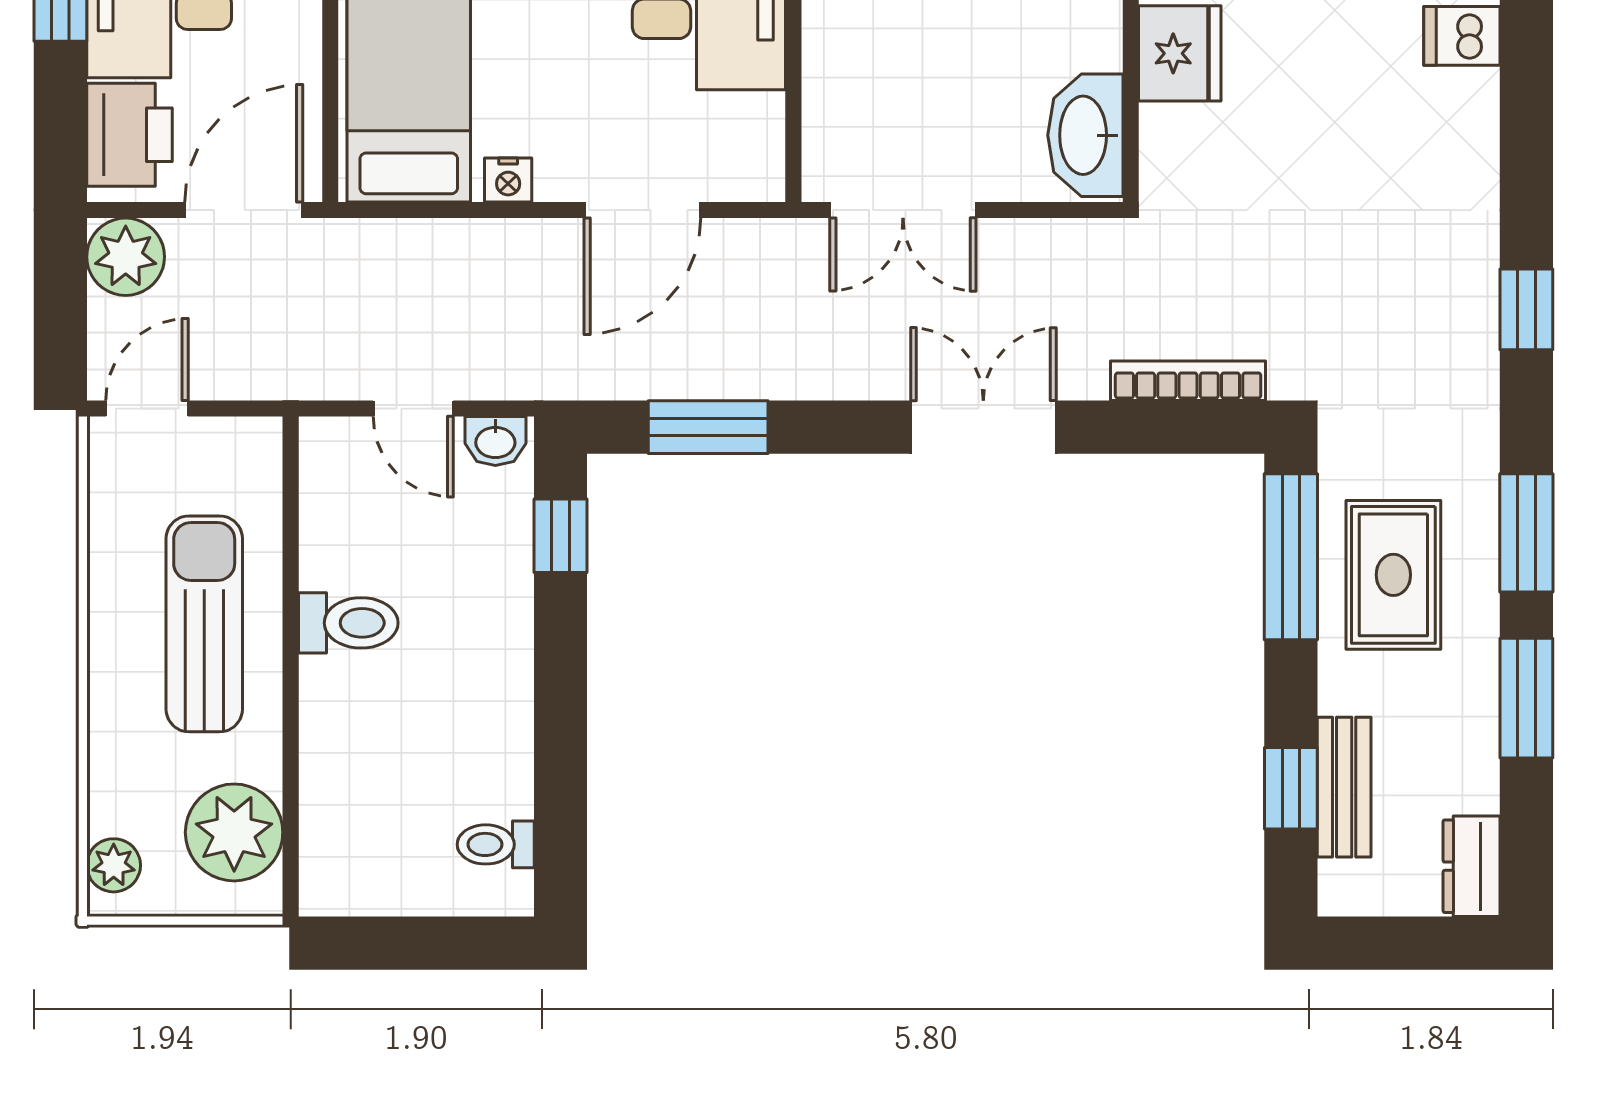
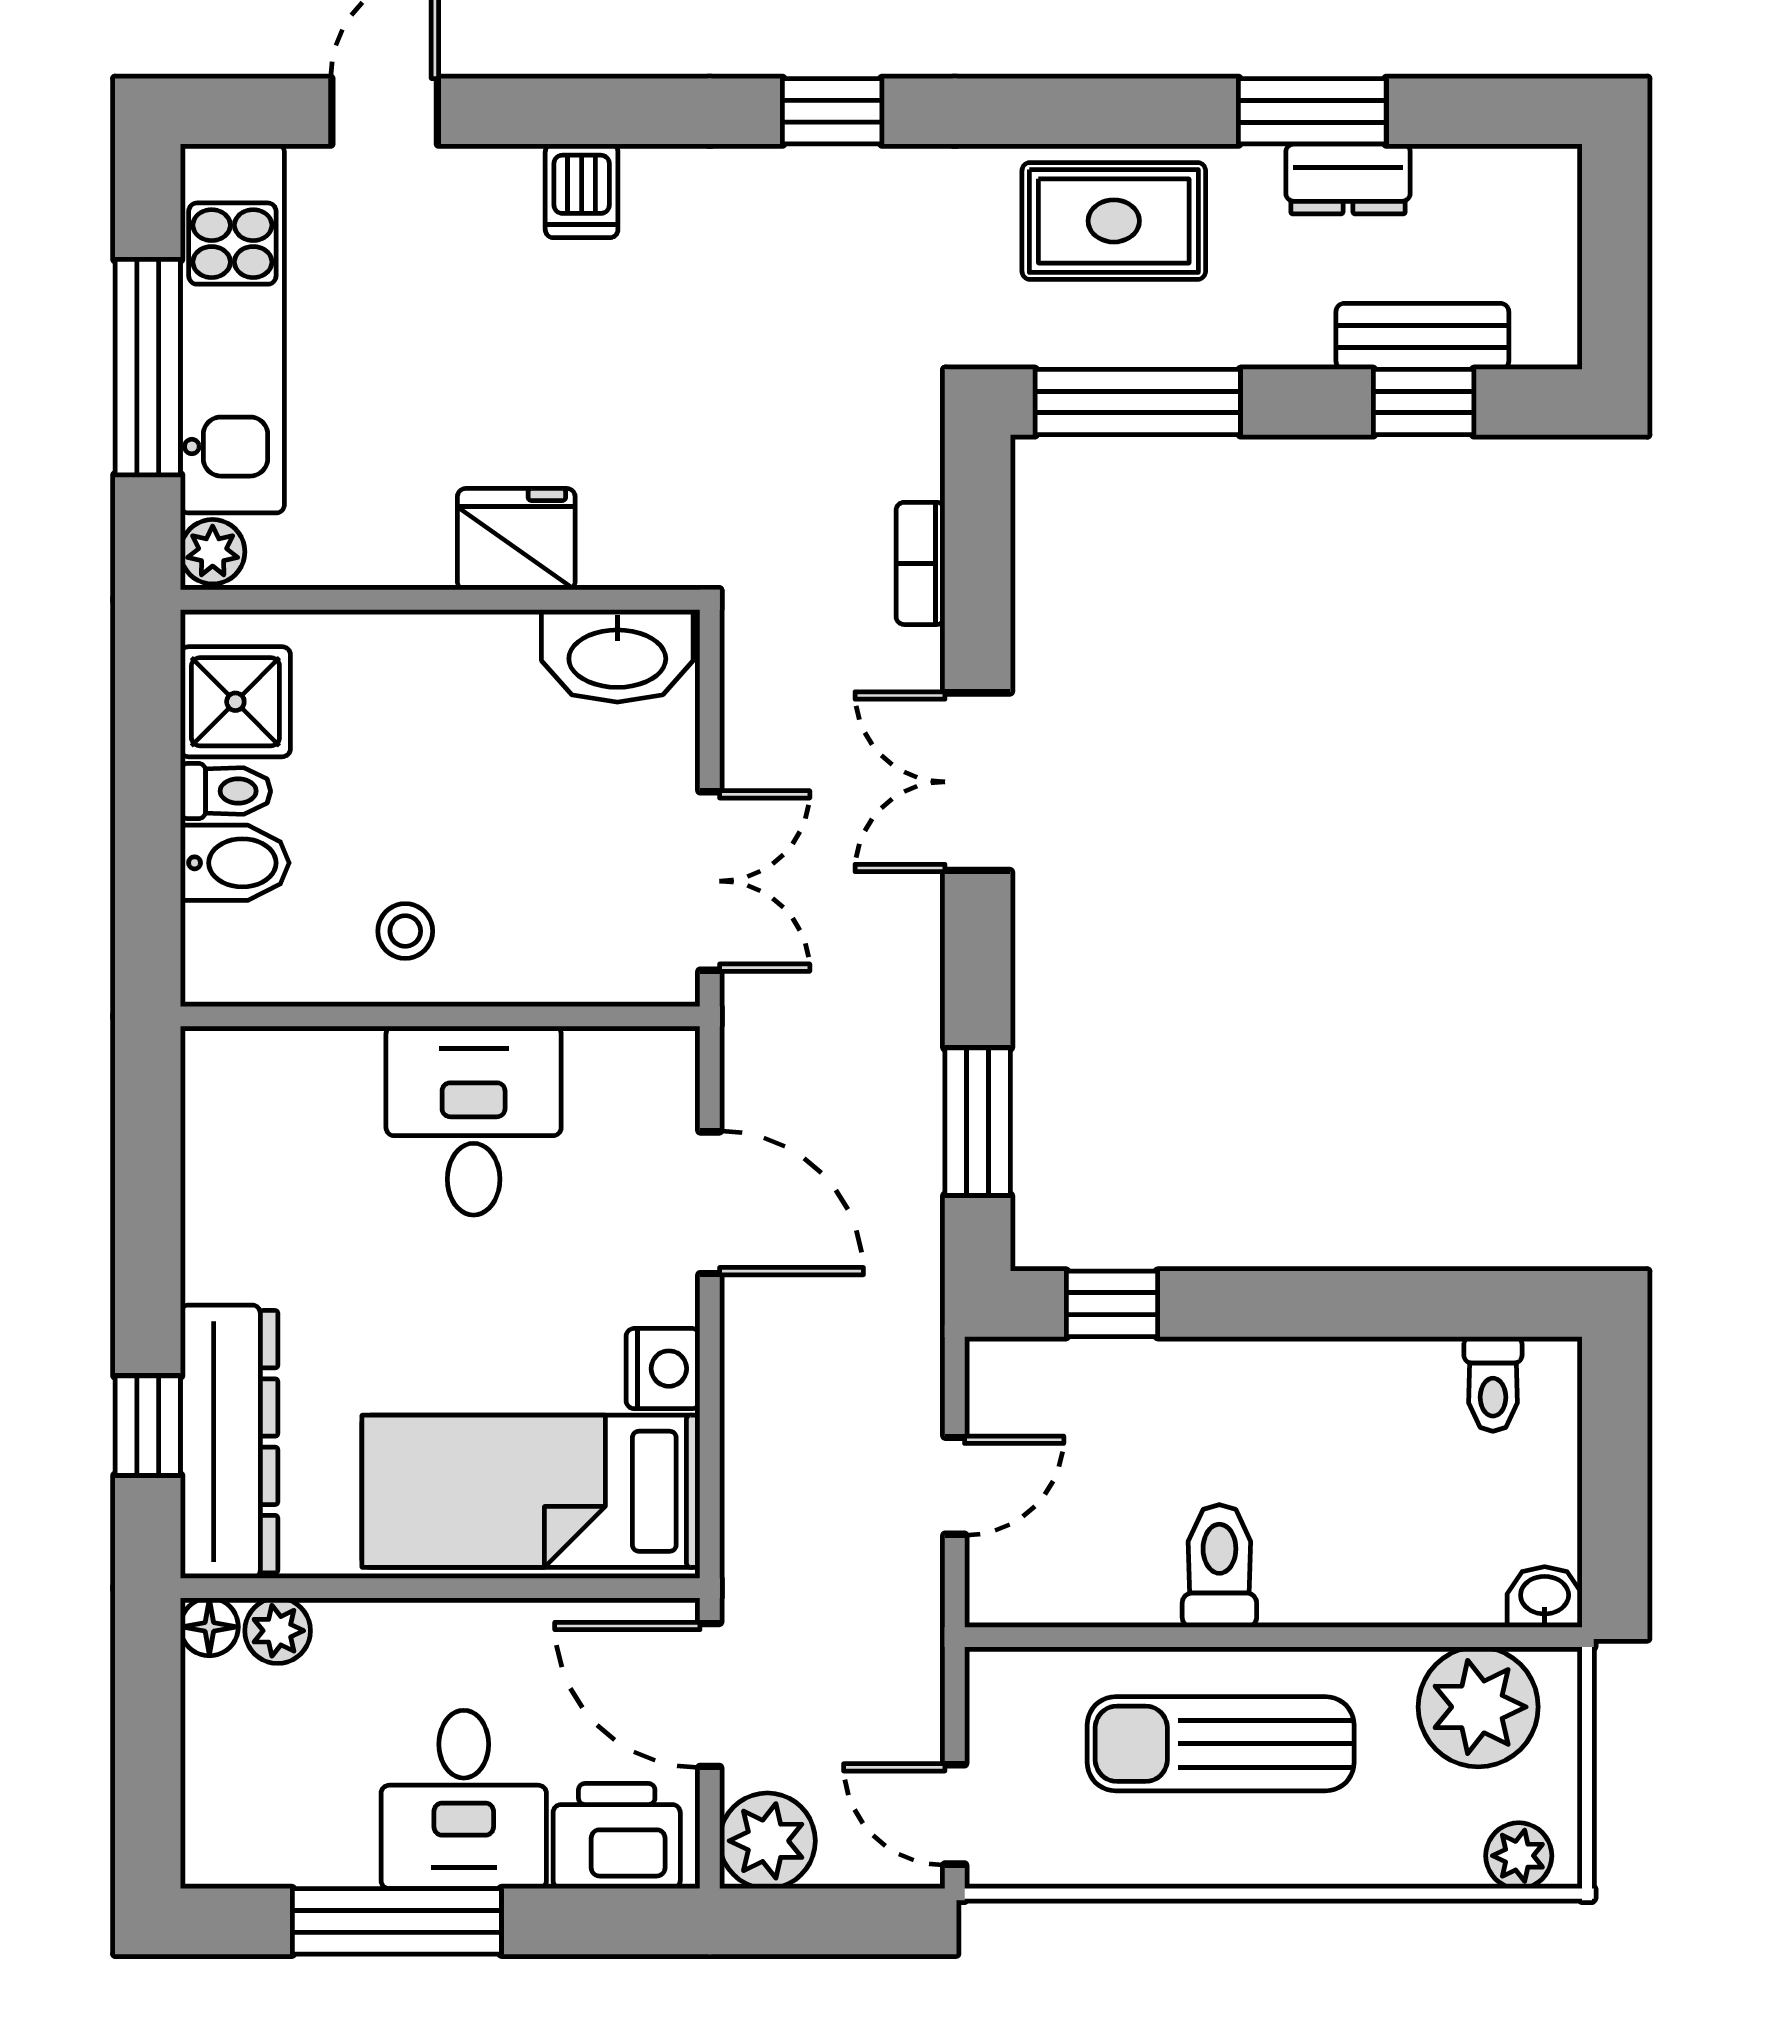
dishwasher: (1462, 36) -> (582, 191), moved
nightstand: (508, 180) -> (663, 1369), width x1.39, depth x1.35
bookcase: (1188, 381) -> (920, 563), width x0.64
washbasin: (495, 441) -> (1545, 1597), moved, turned -90
window: (1526, 533) -> (1108, 111), removed
rug: (1393, 575) -> (1114, 221), moved
dresser: (1472, 866) -> (1348, 179), moved

